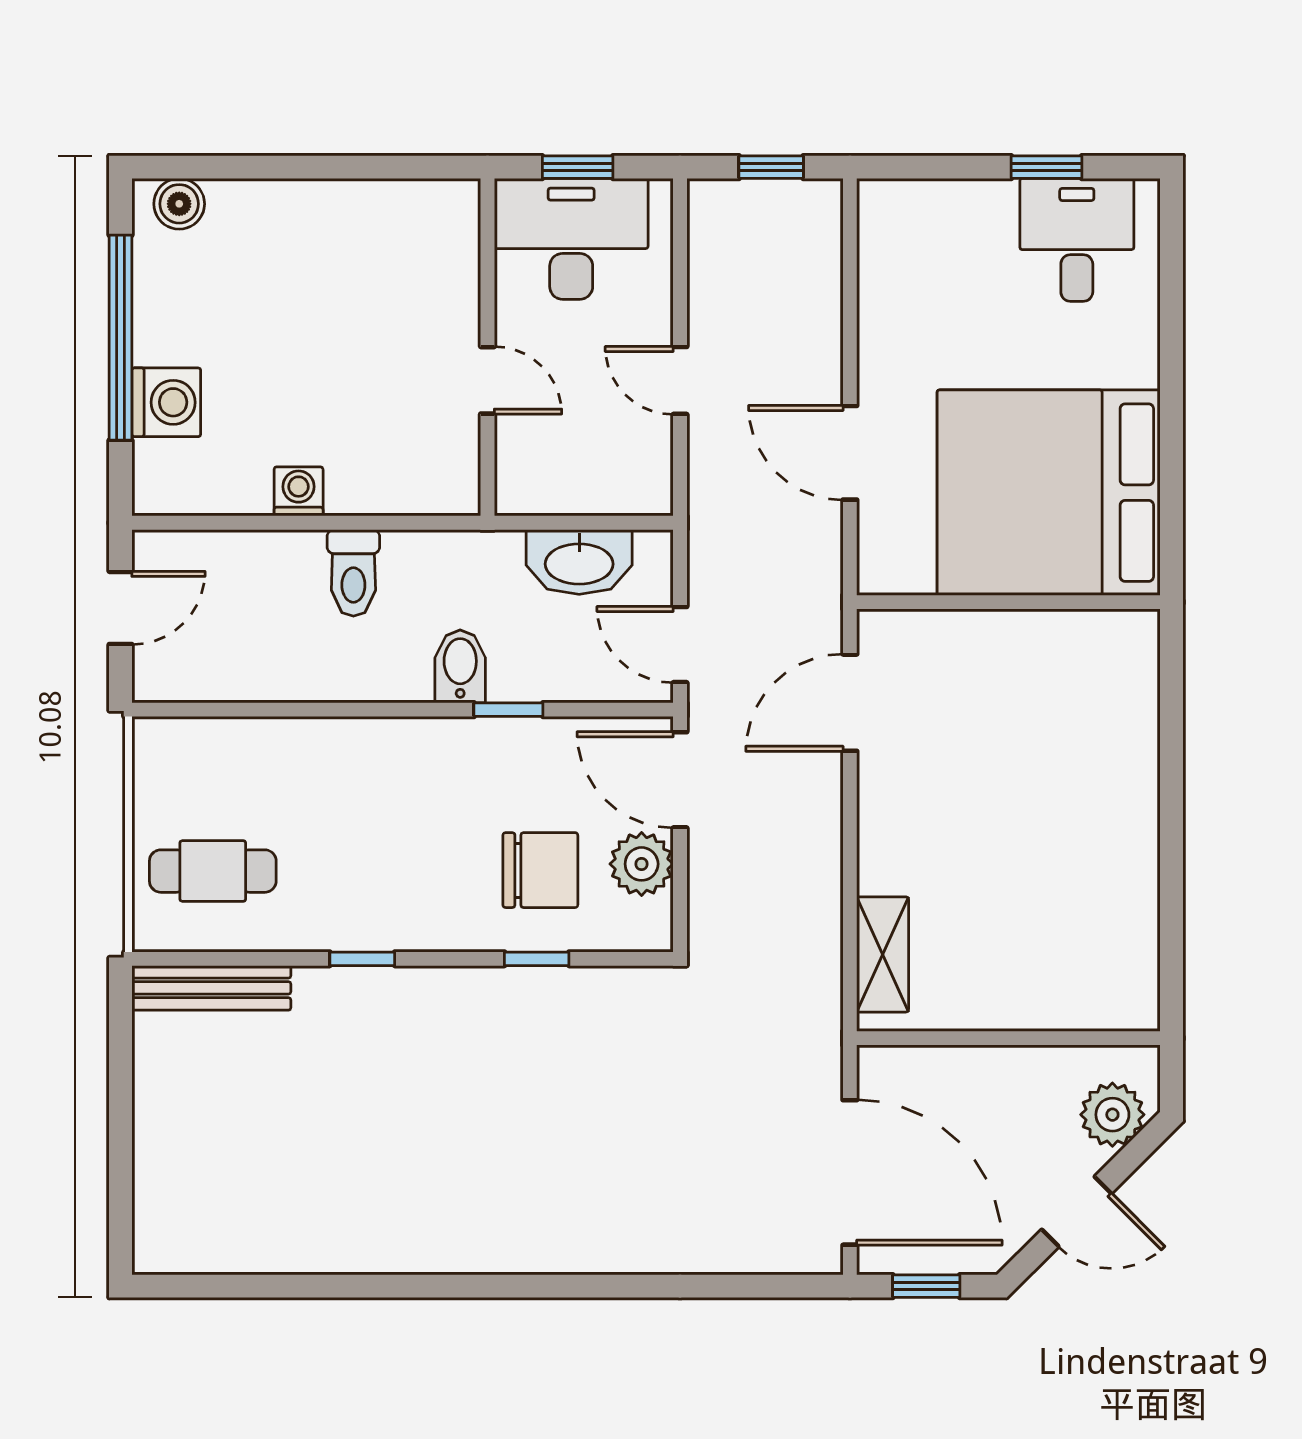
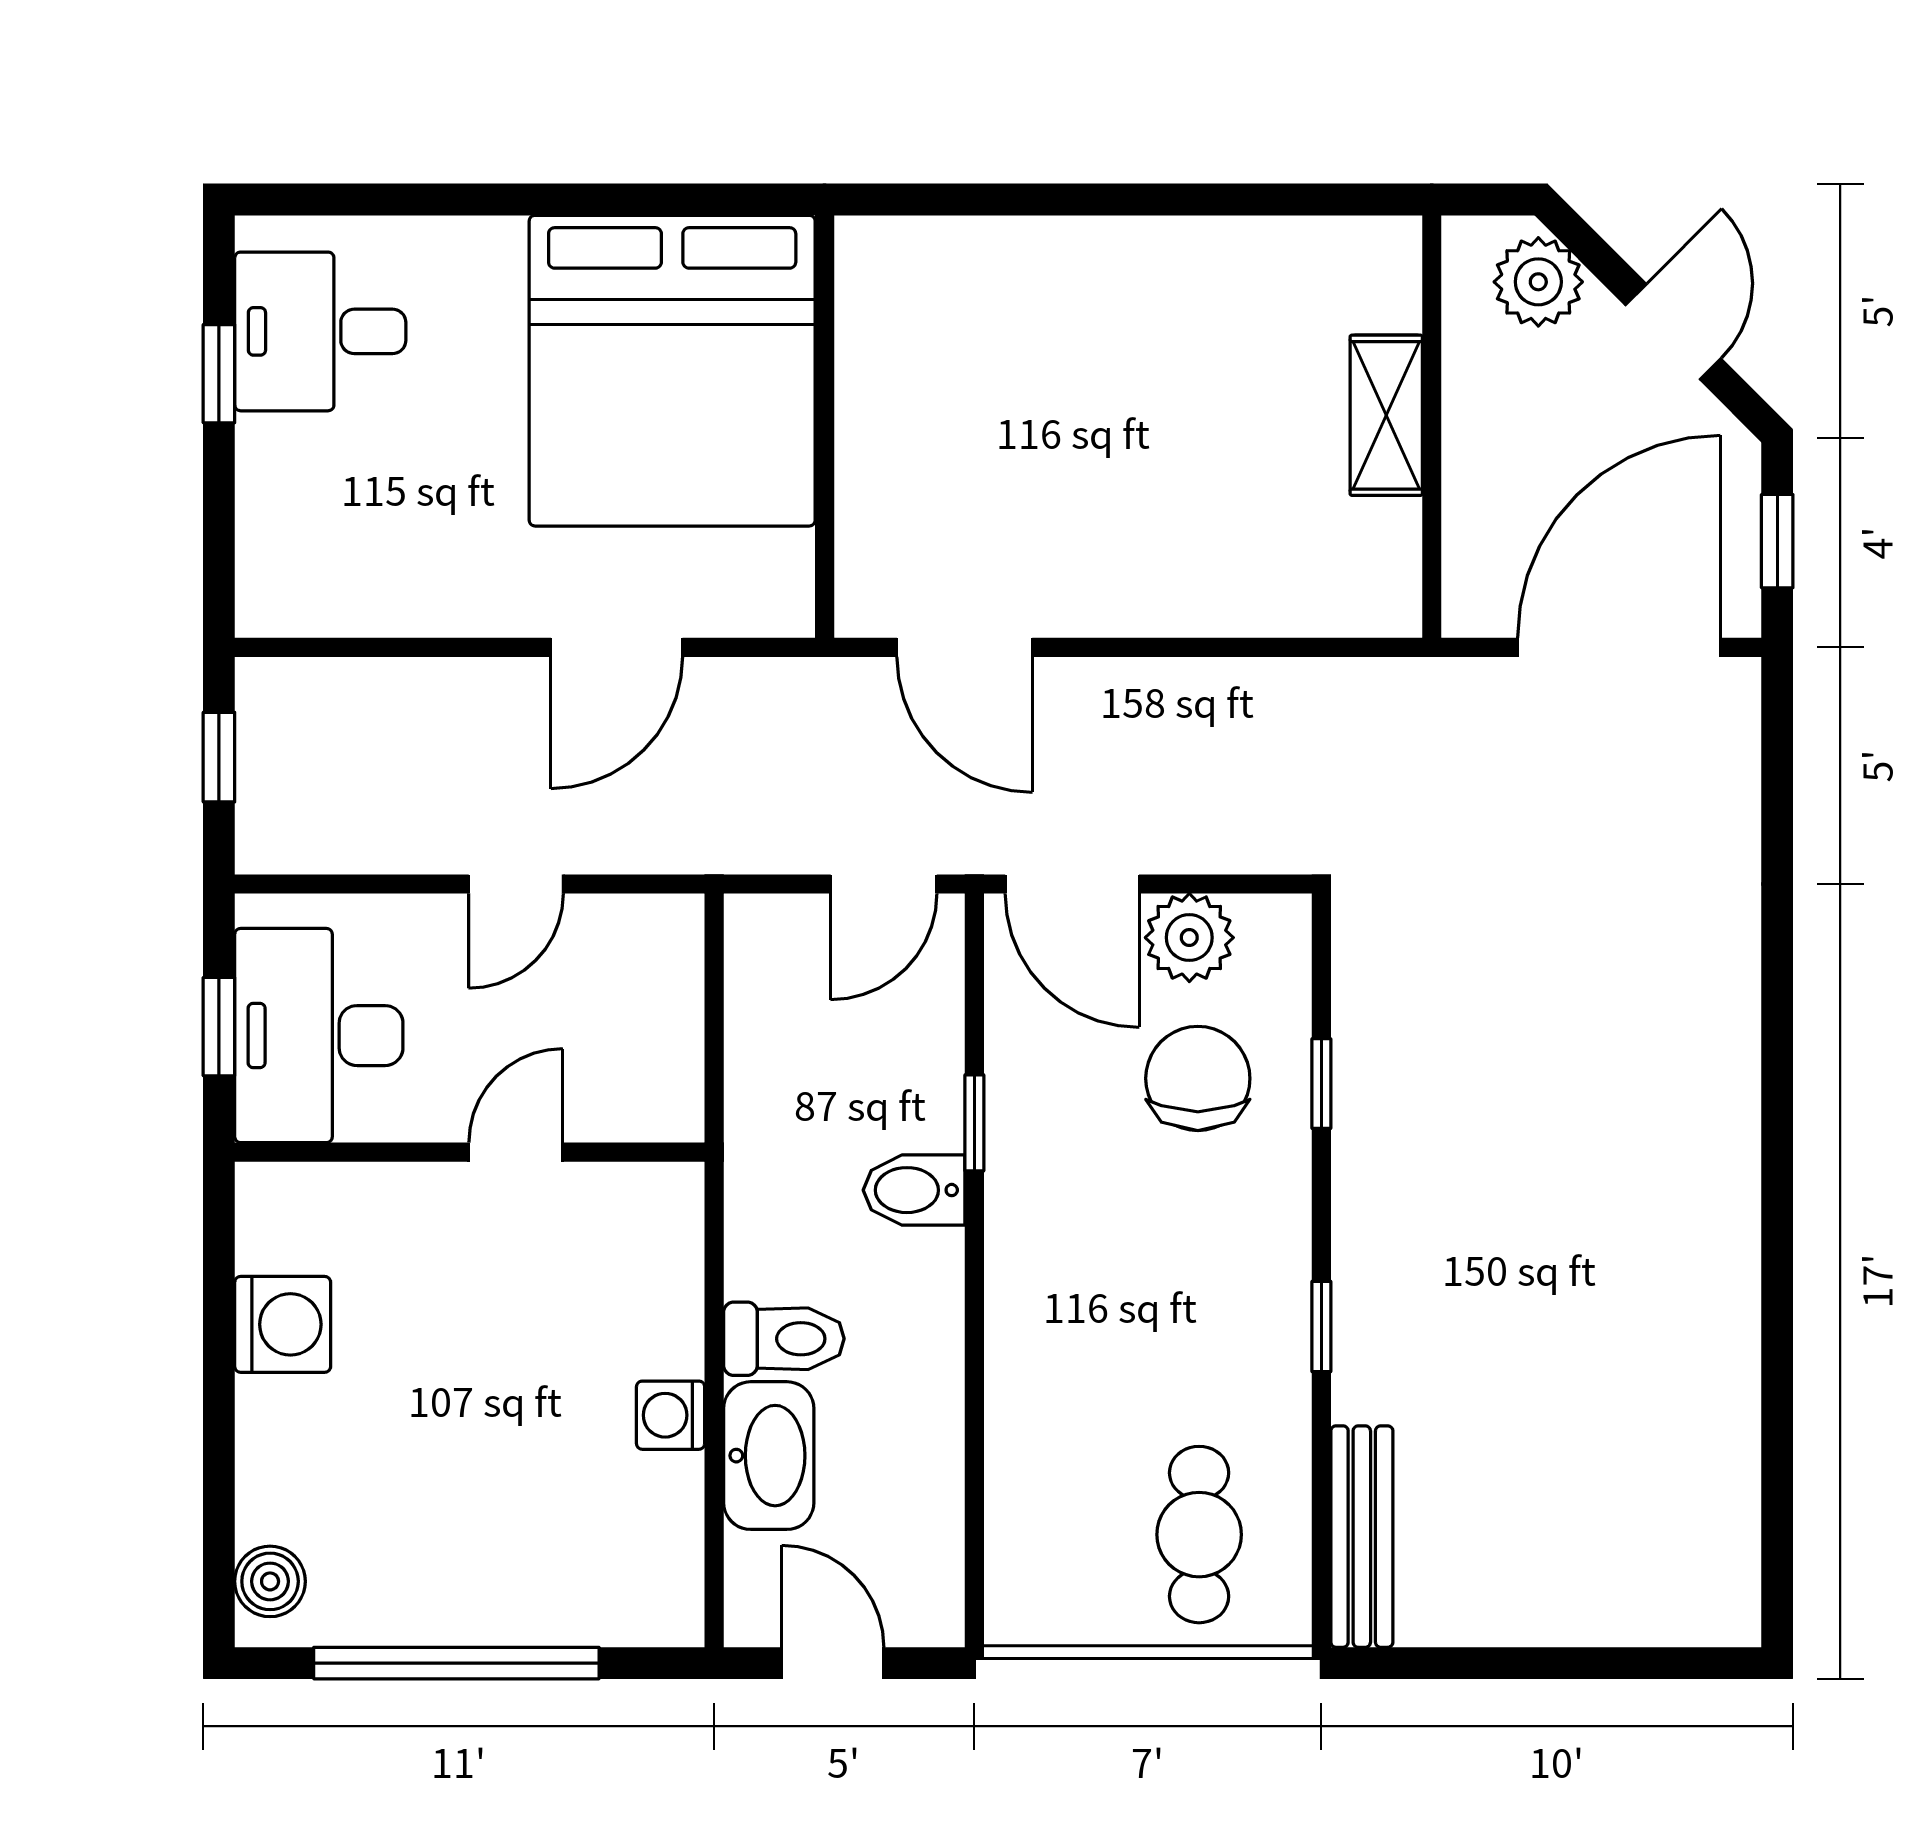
washing machine: (166, 402) -> (283, 1324), moved, turned 90
washbasin: (579, 562) -> (769, 1456), moved
door: (680, 780) -> (1072, 884), hinge flipped
shelving: (883, 954) -> (1386, 415), moved, turned 90

